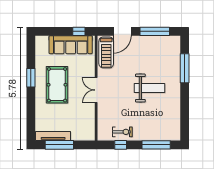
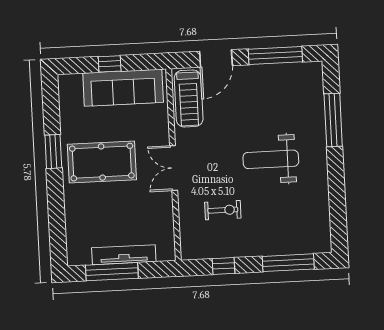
window: (79, 31) -> (110, 64), moved
pool table: (57, 85) -> (102, 162), turned 90
weight bench: (149, 88) -> (271, 159), turned 180
exercise bike: (122, 132) -> (223, 210), moved
tv unit: (53, 136) -> (124, 255), moved

